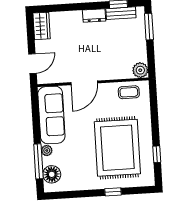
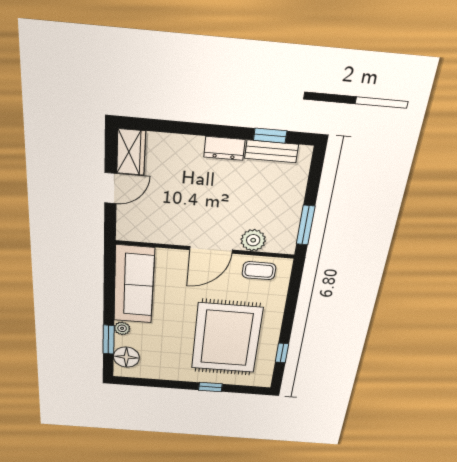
window: (149, 27) -> (306, 225), moved
door: (32, 64) -> (111, 188), moved
plant: (140, 70) -> (253, 240), moved
door: (84, 83) -> (211, 250), moved
window: (38, 161) -> (108, 340), width x0.69

